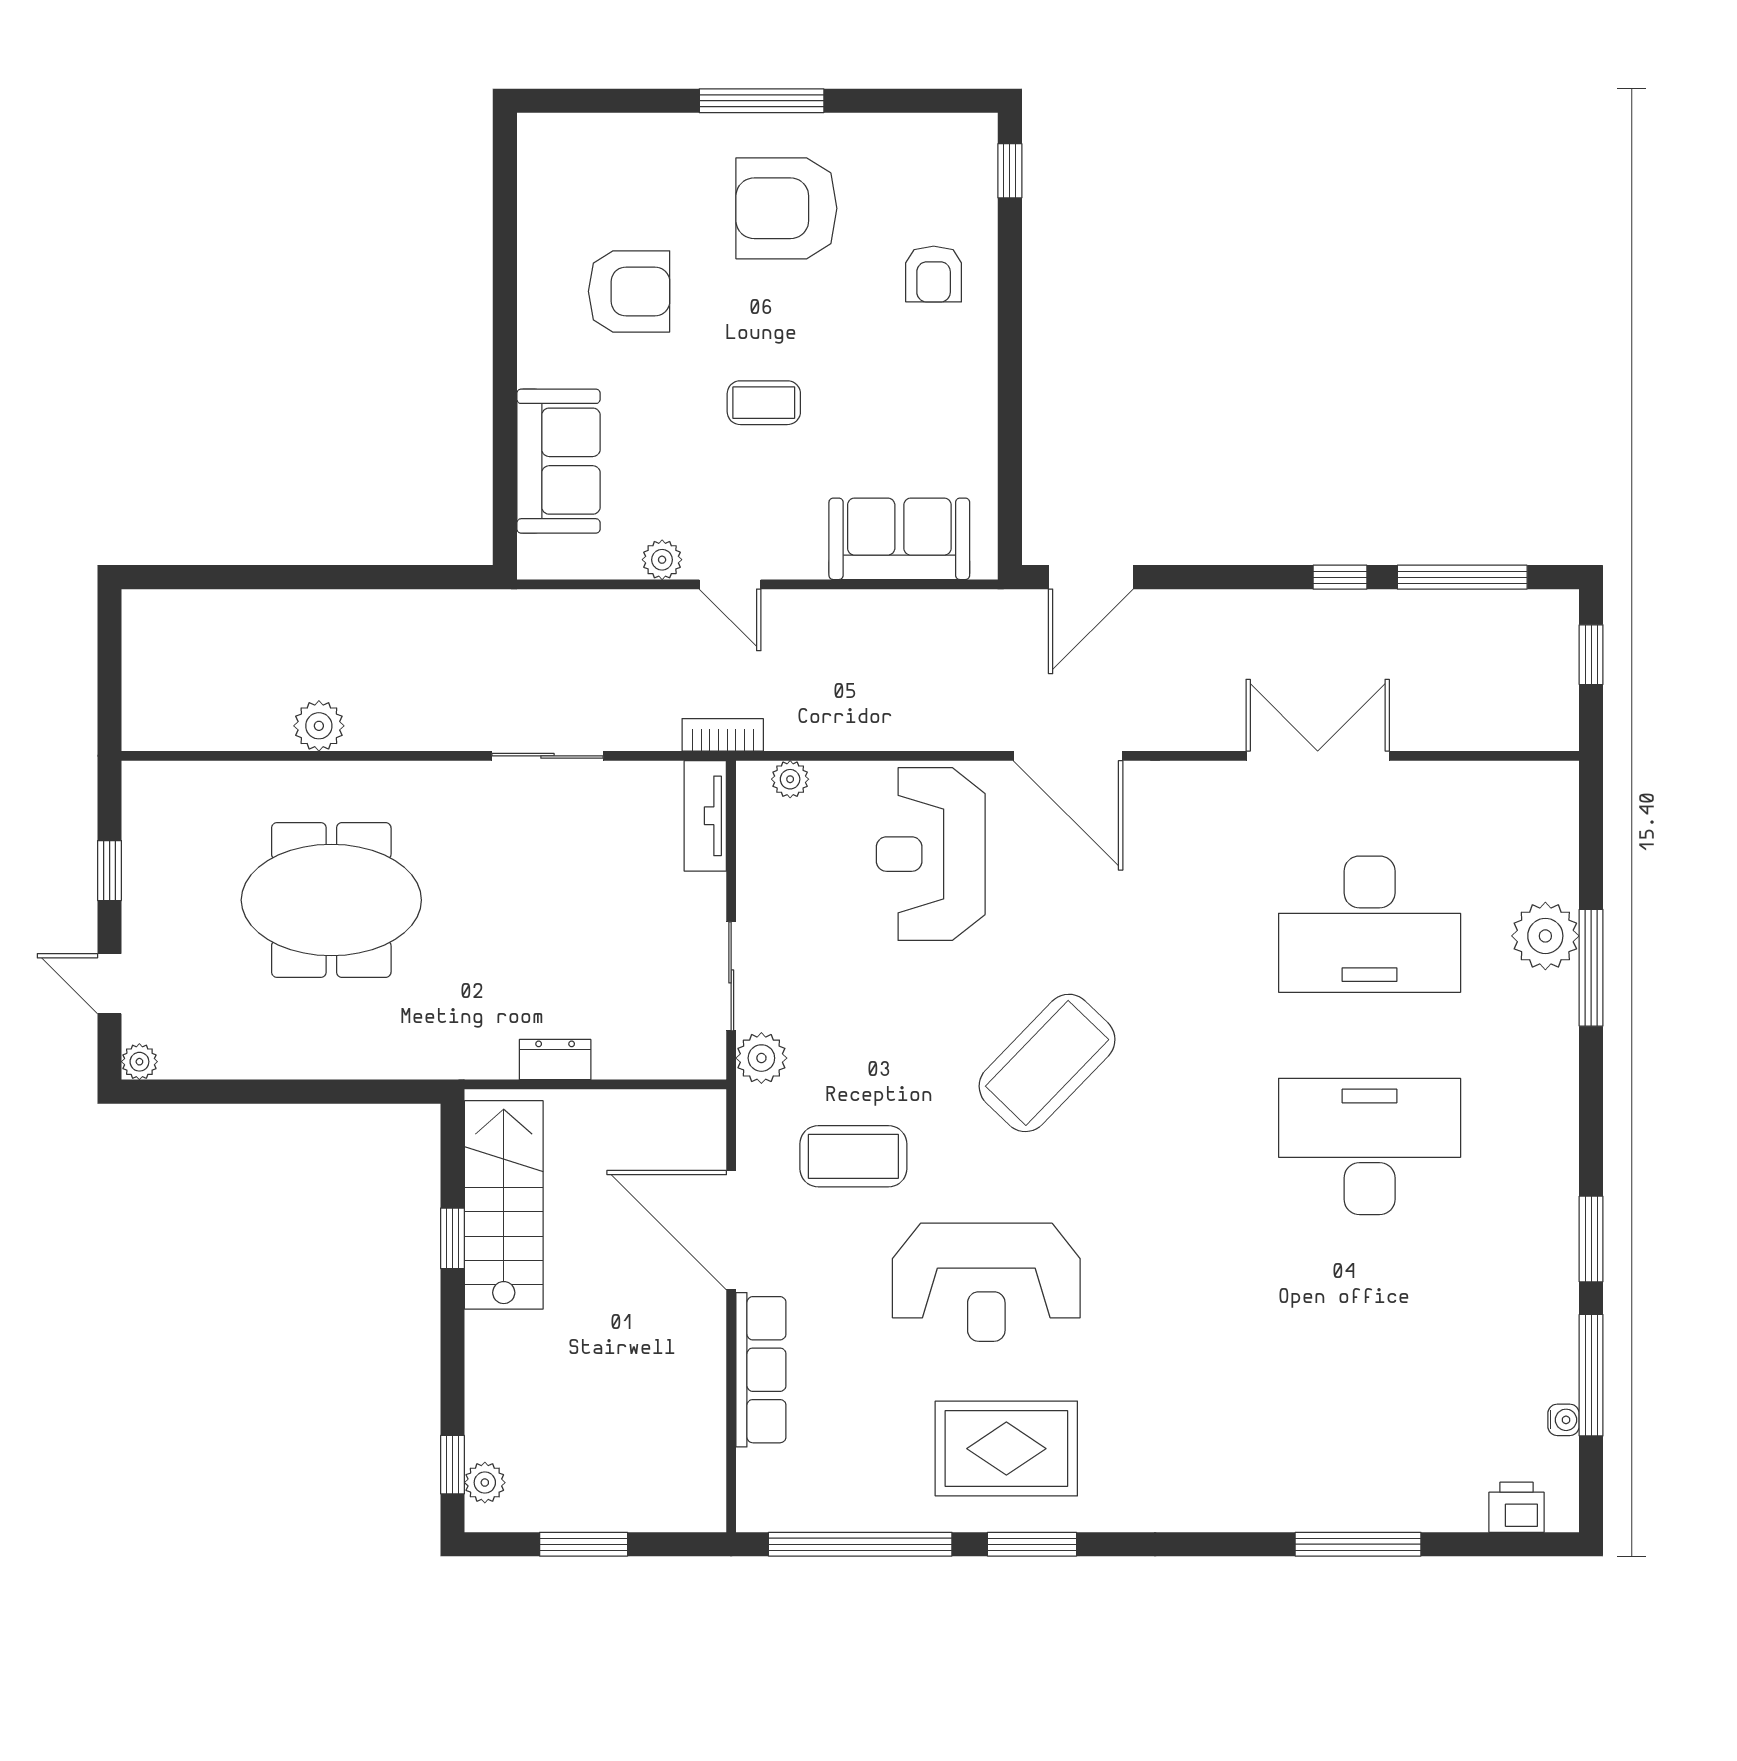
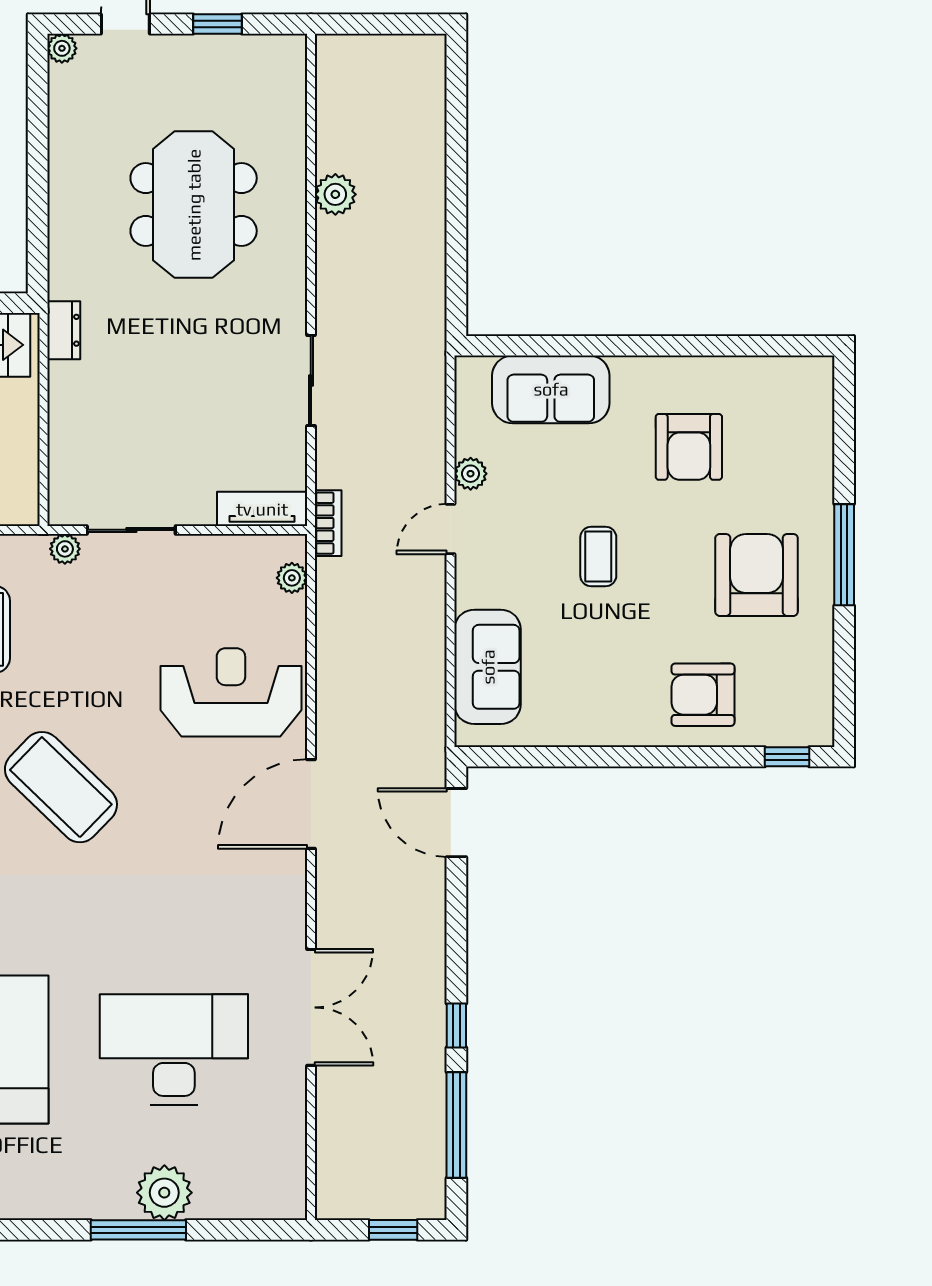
armchair: (934, 274) -> (703, 695), width x1.38, depth x1.38
desk: (1370, 924) -> (174, 1050), turned 90
plant: (761, 1058) -> (65, 549), width x0.73, depth x0.73
dresser: (555, 1060) -> (64, 330), moved

